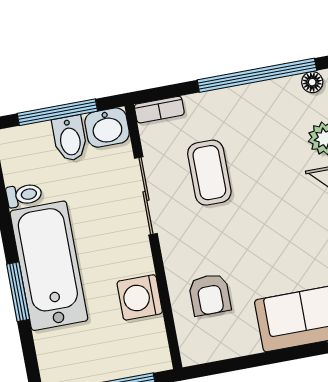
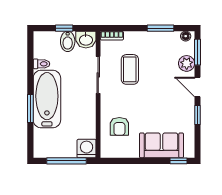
window: (257, 75) -> (160, 28), width x0.47
window: (57, 112) -> (64, 28), width x0.46
washing machine: (140, 297) -> (87, 149), moved, turned 90

